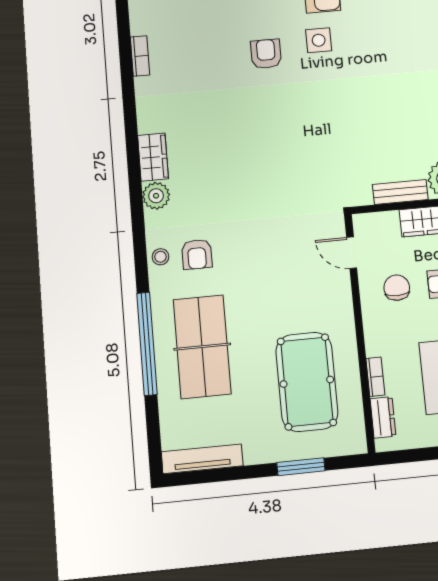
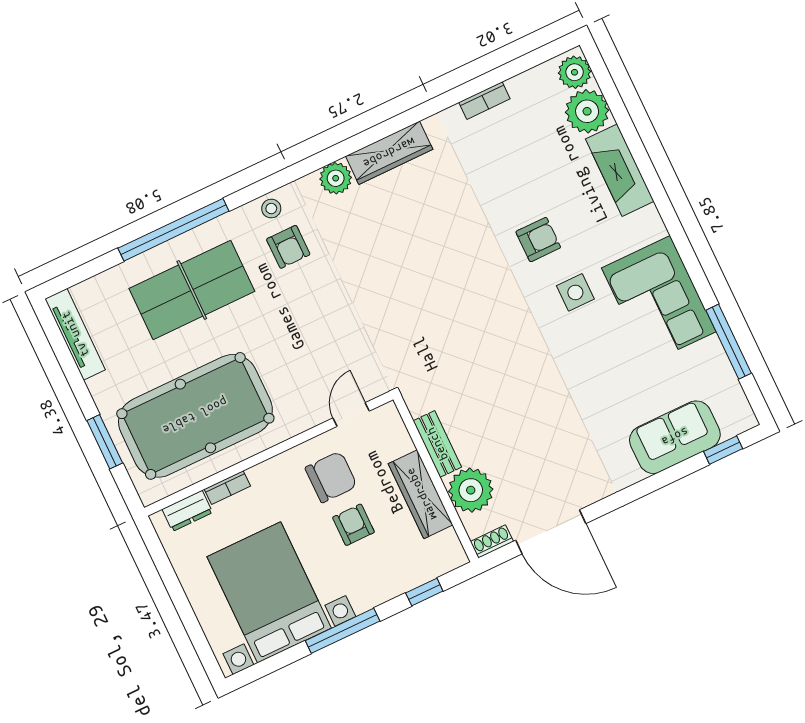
wardrobe: (153, 157) -> (389, 153), width x1.50
armchair: (197, 254) -> (288, 247), turned -90
chair: (397, 288) -> (331, 477), width x1.37, depth x1.37
pool table: (307, 382) -> (195, 416), width x1.36, depth x1.32

